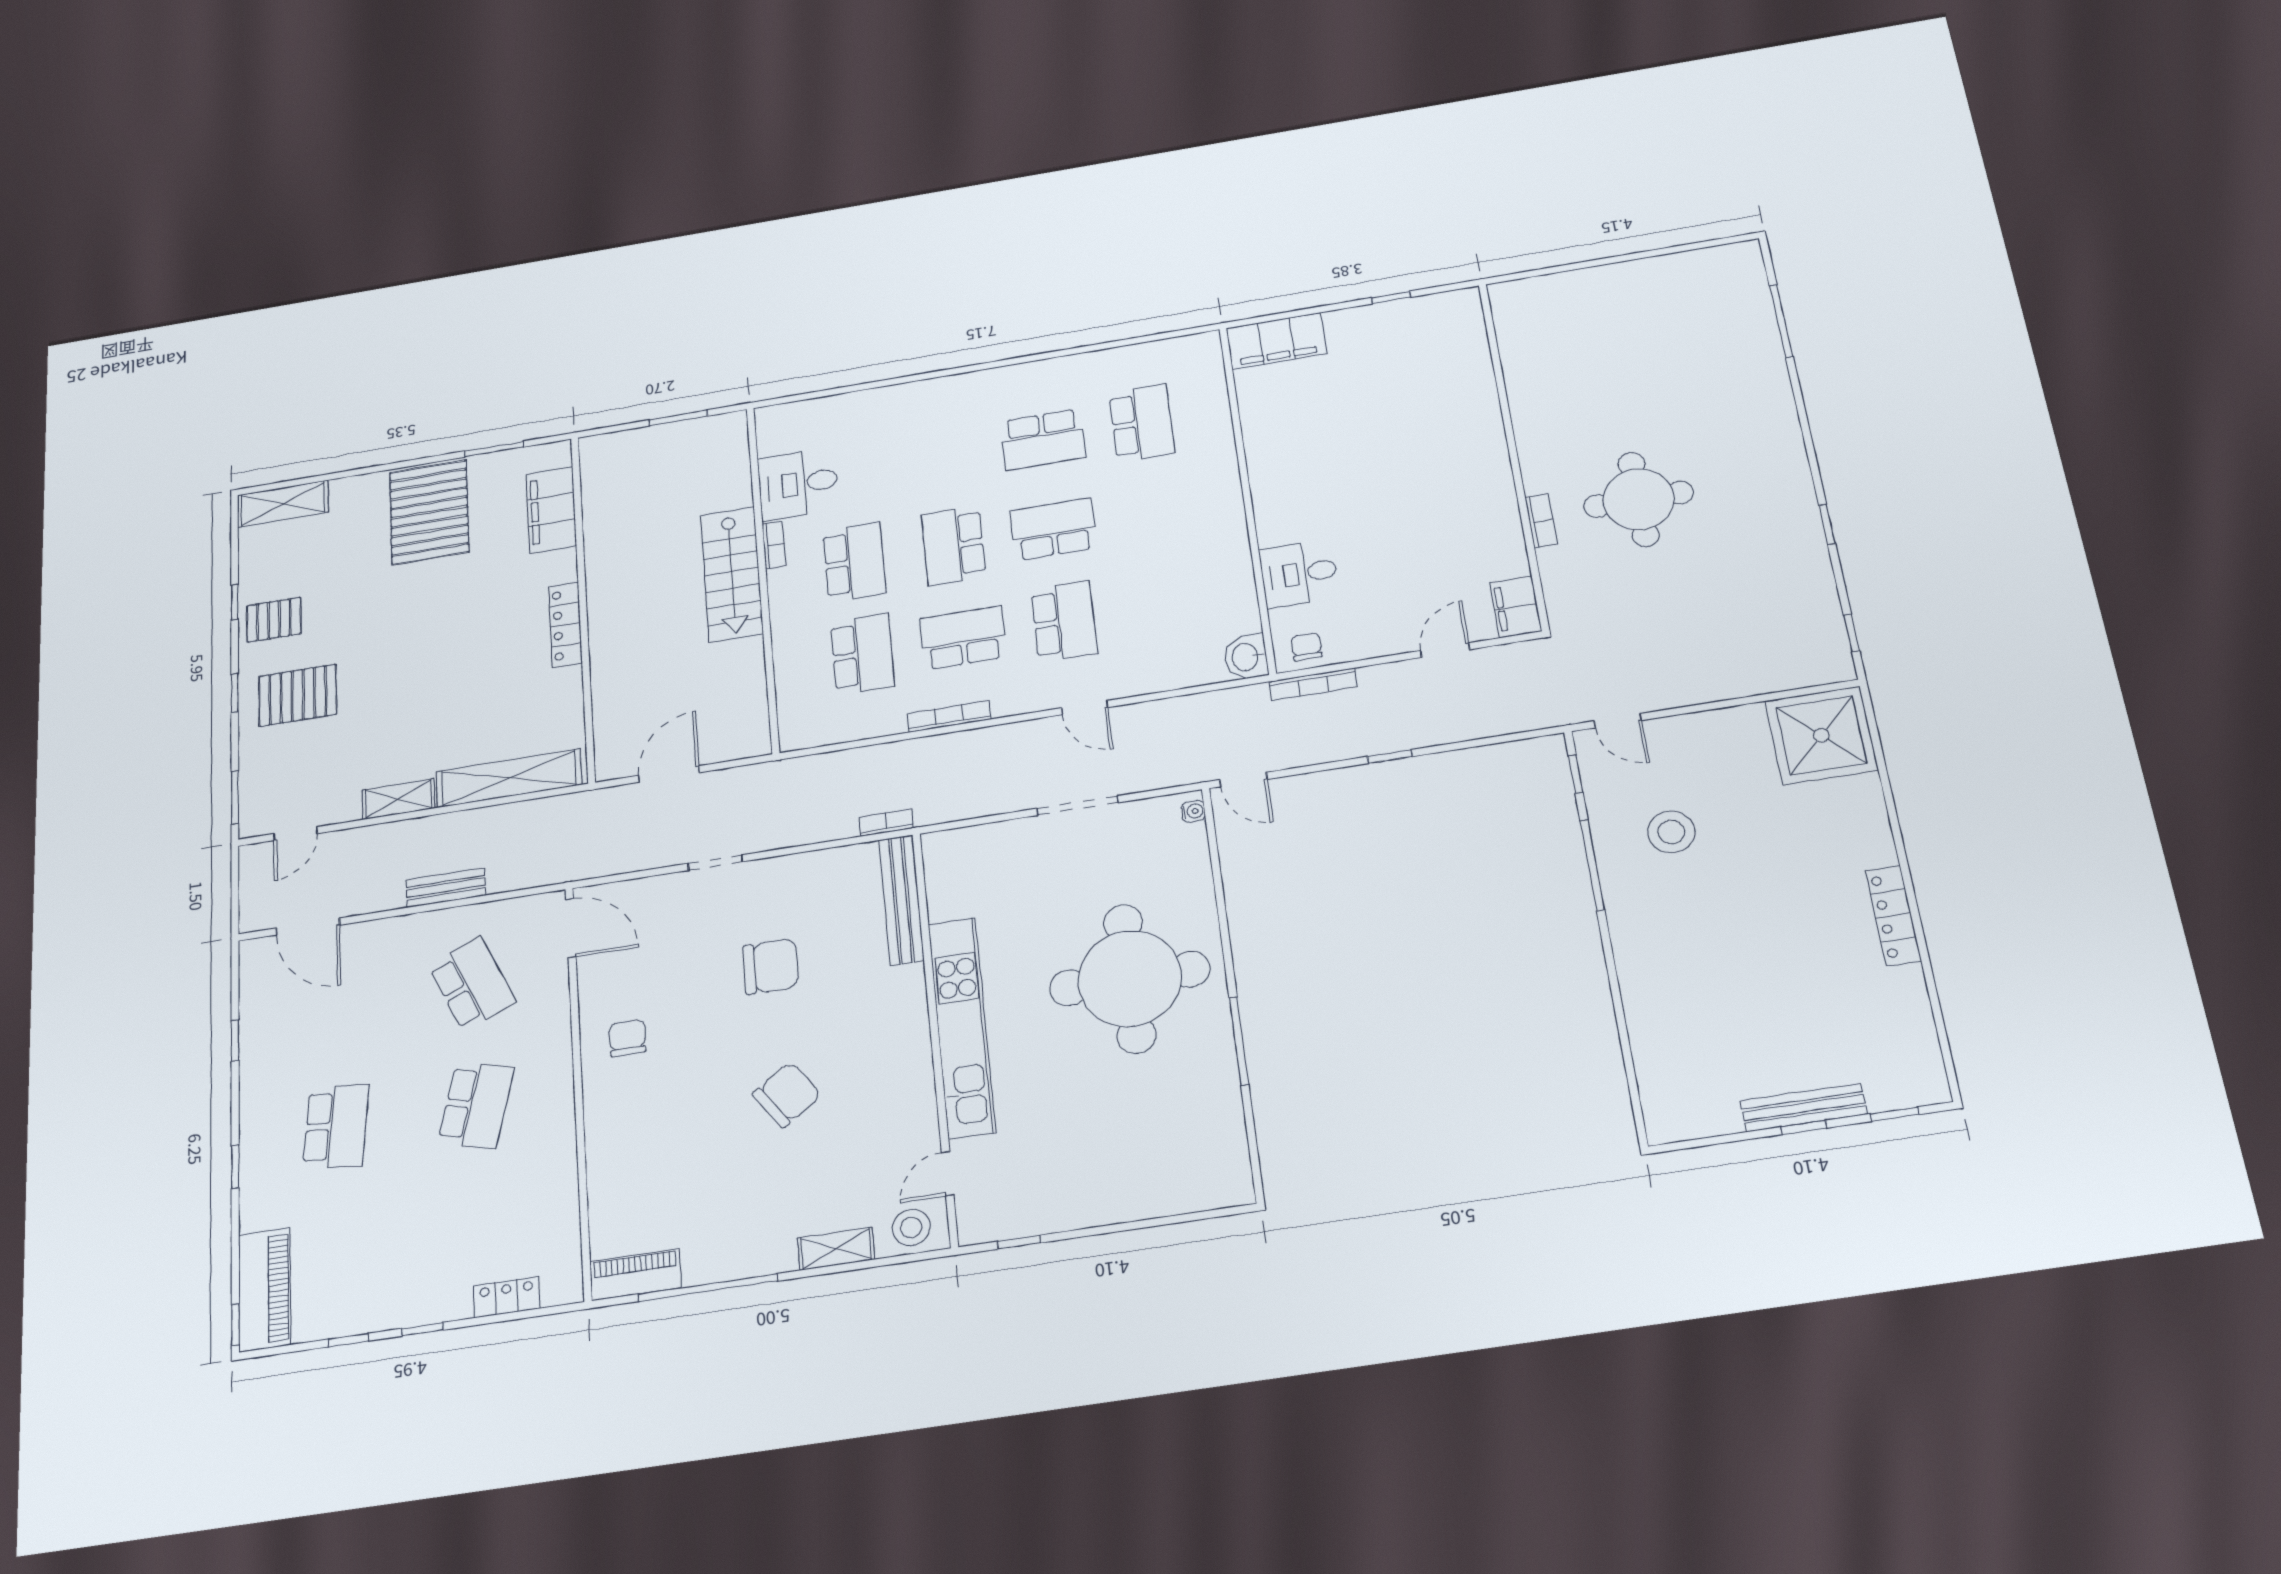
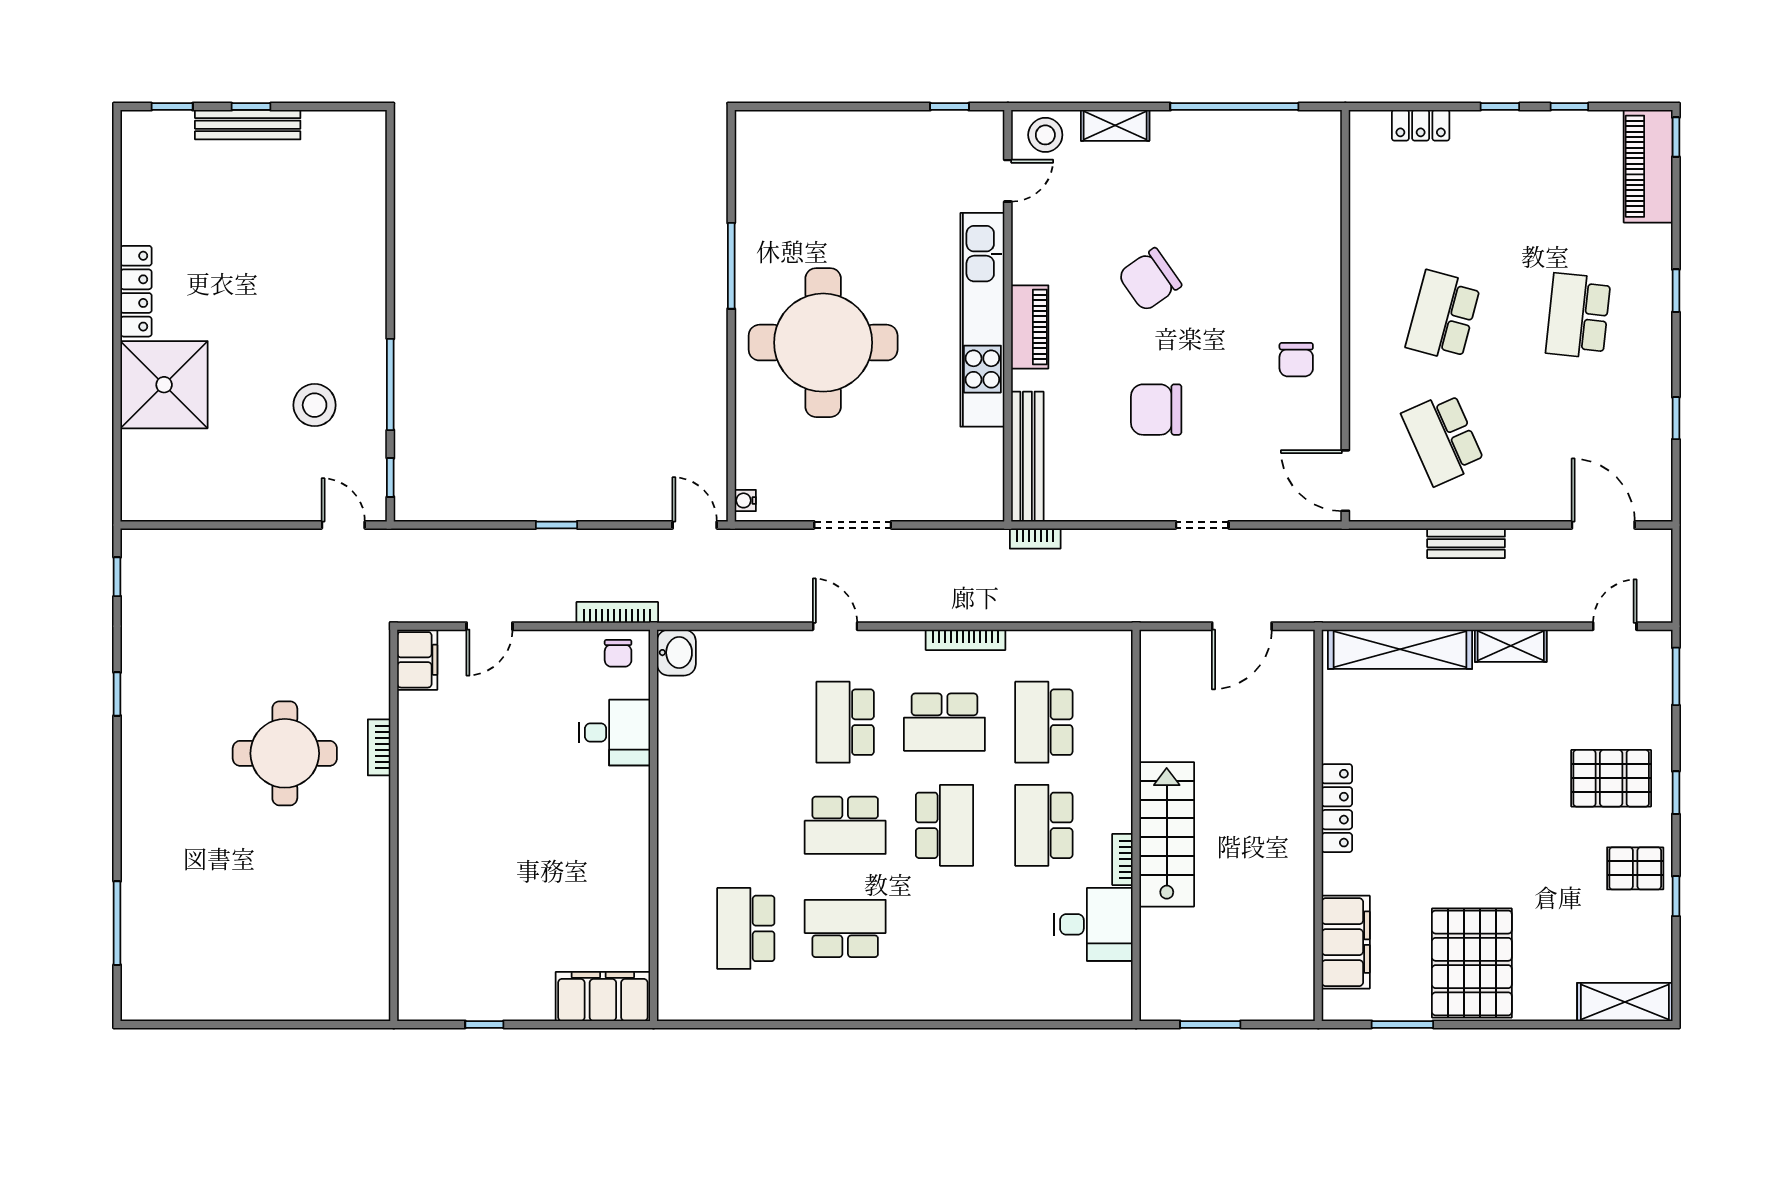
shower: (1821, 735) -> (164, 385), moved
piano: (635, 1275) -> (1030, 327), moved, turned -90

